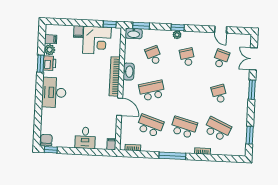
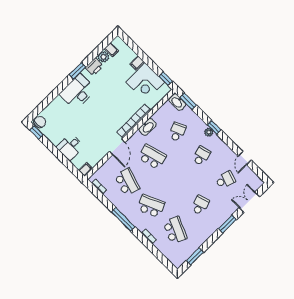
window: (40, 64) -> (77, 71), moved
school desk: (184, 127) -> (151, 206), turned -39

